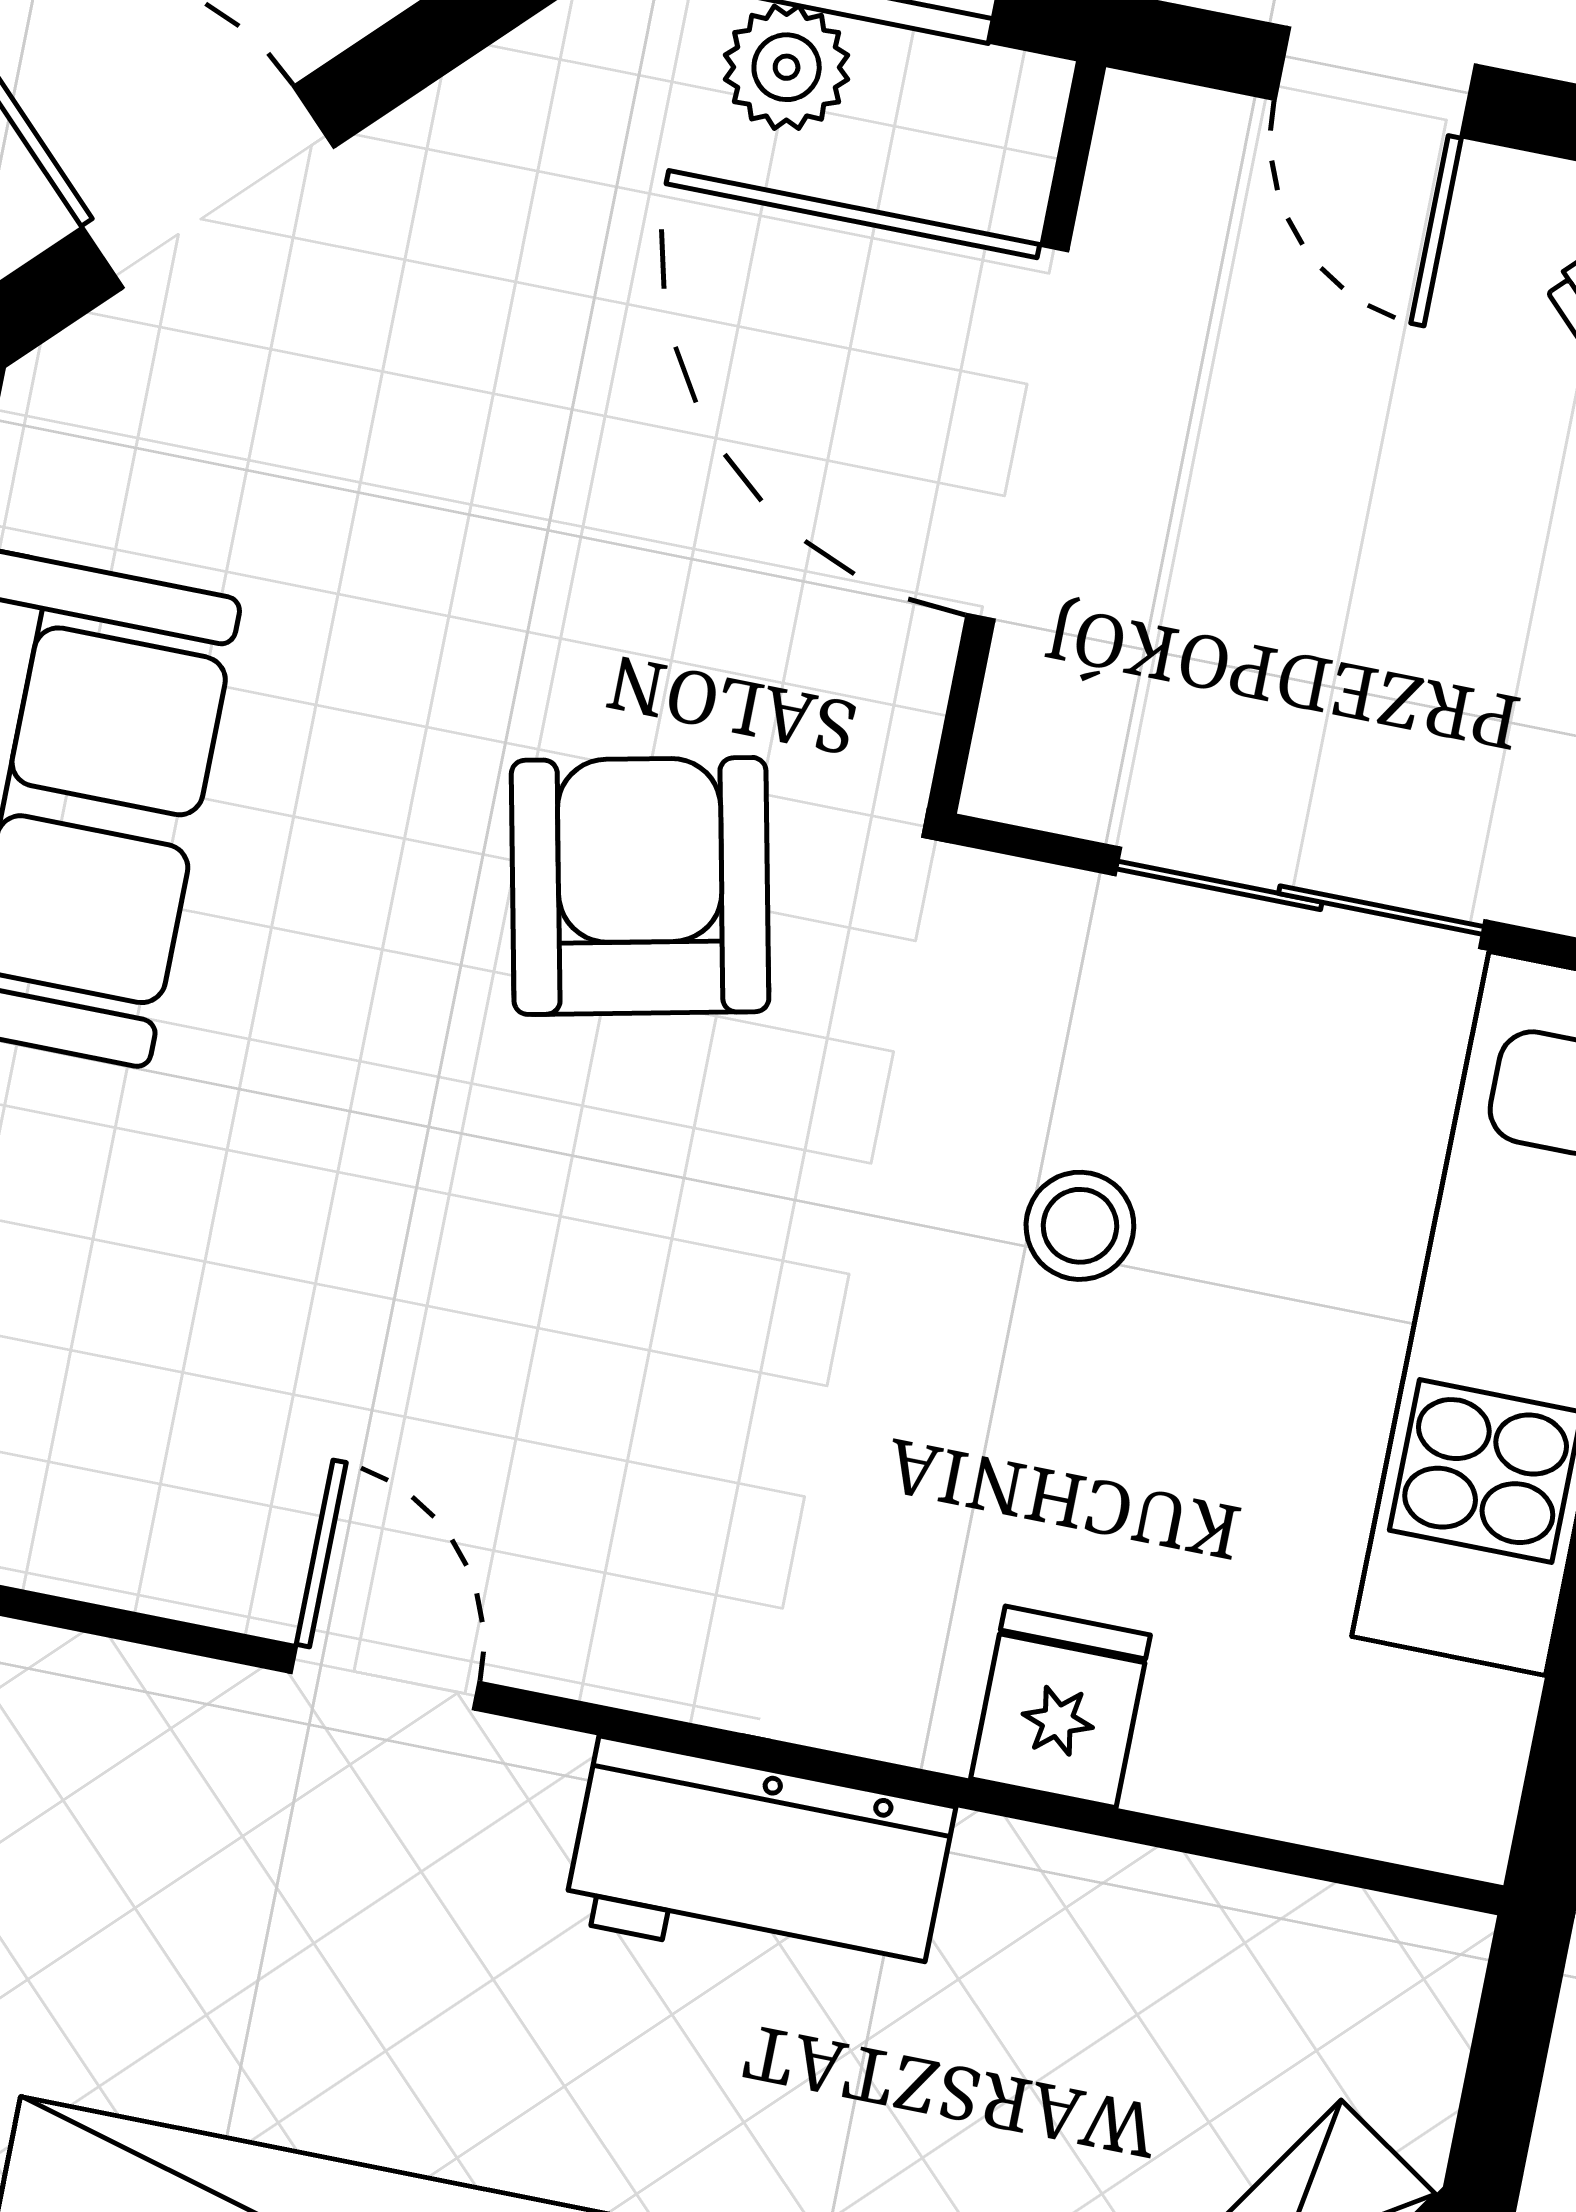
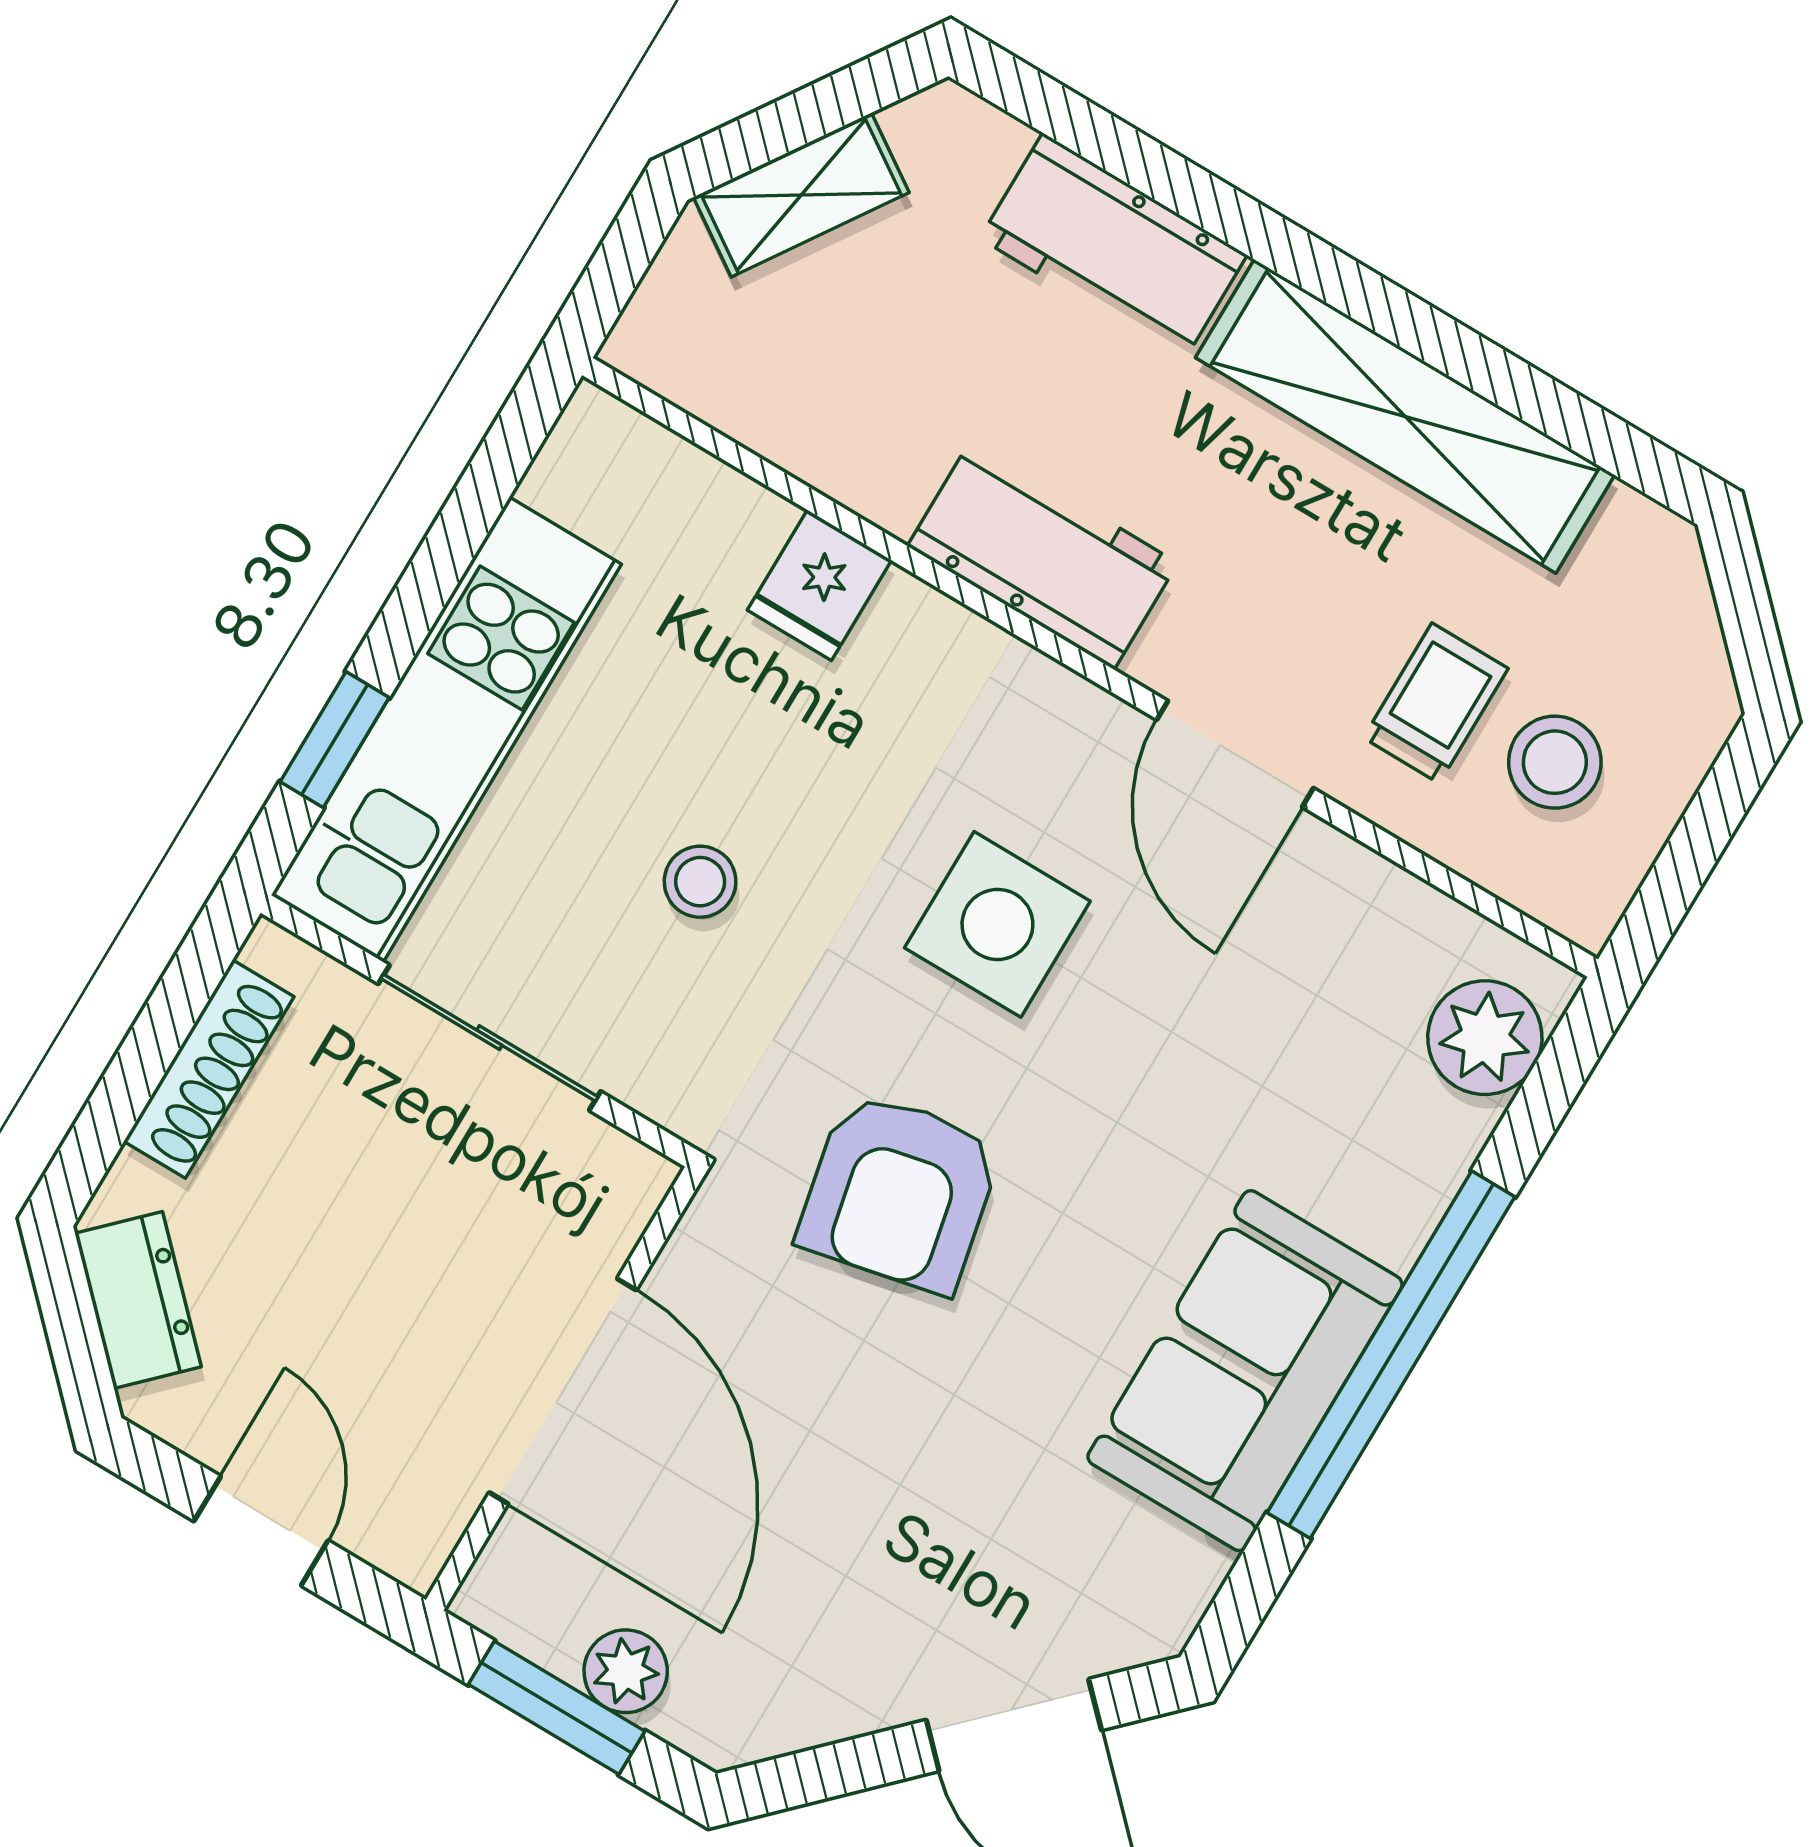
side table: (636, 1315) -> (997, 924), added
door: (385, 1677) -> (1235, 754), width x1.38
trolley: (126, 1851) -> (1436, 703), added

